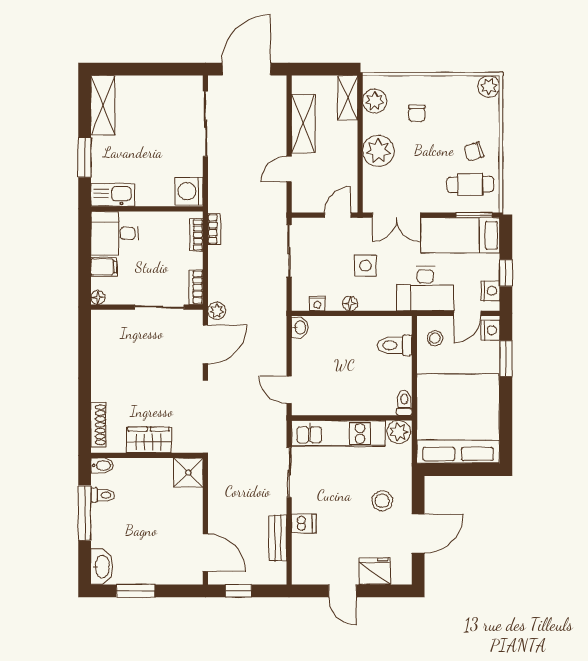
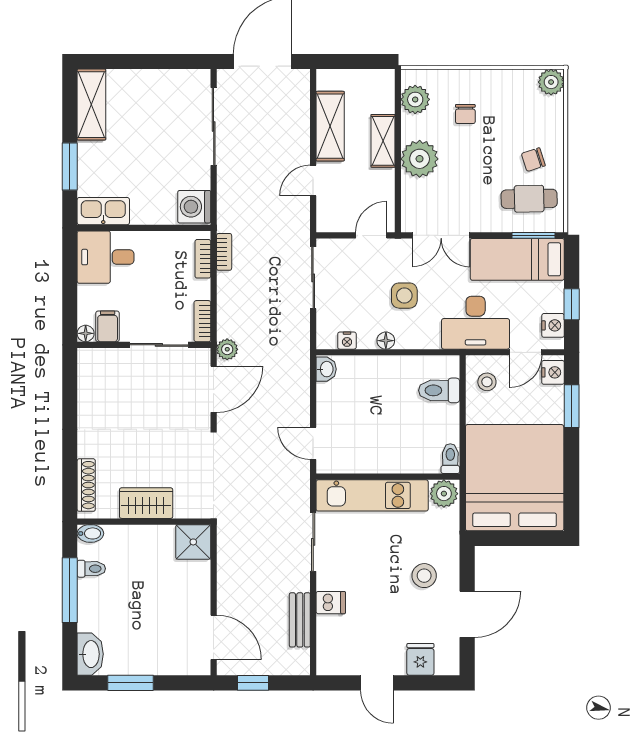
shelving: (348, 98) -> (383, 141), moved
filing cabinet: (104, 267) -> (108, 326), moved, turned -90
fridge: (375, 571) -> (420, 659), width x0.72

